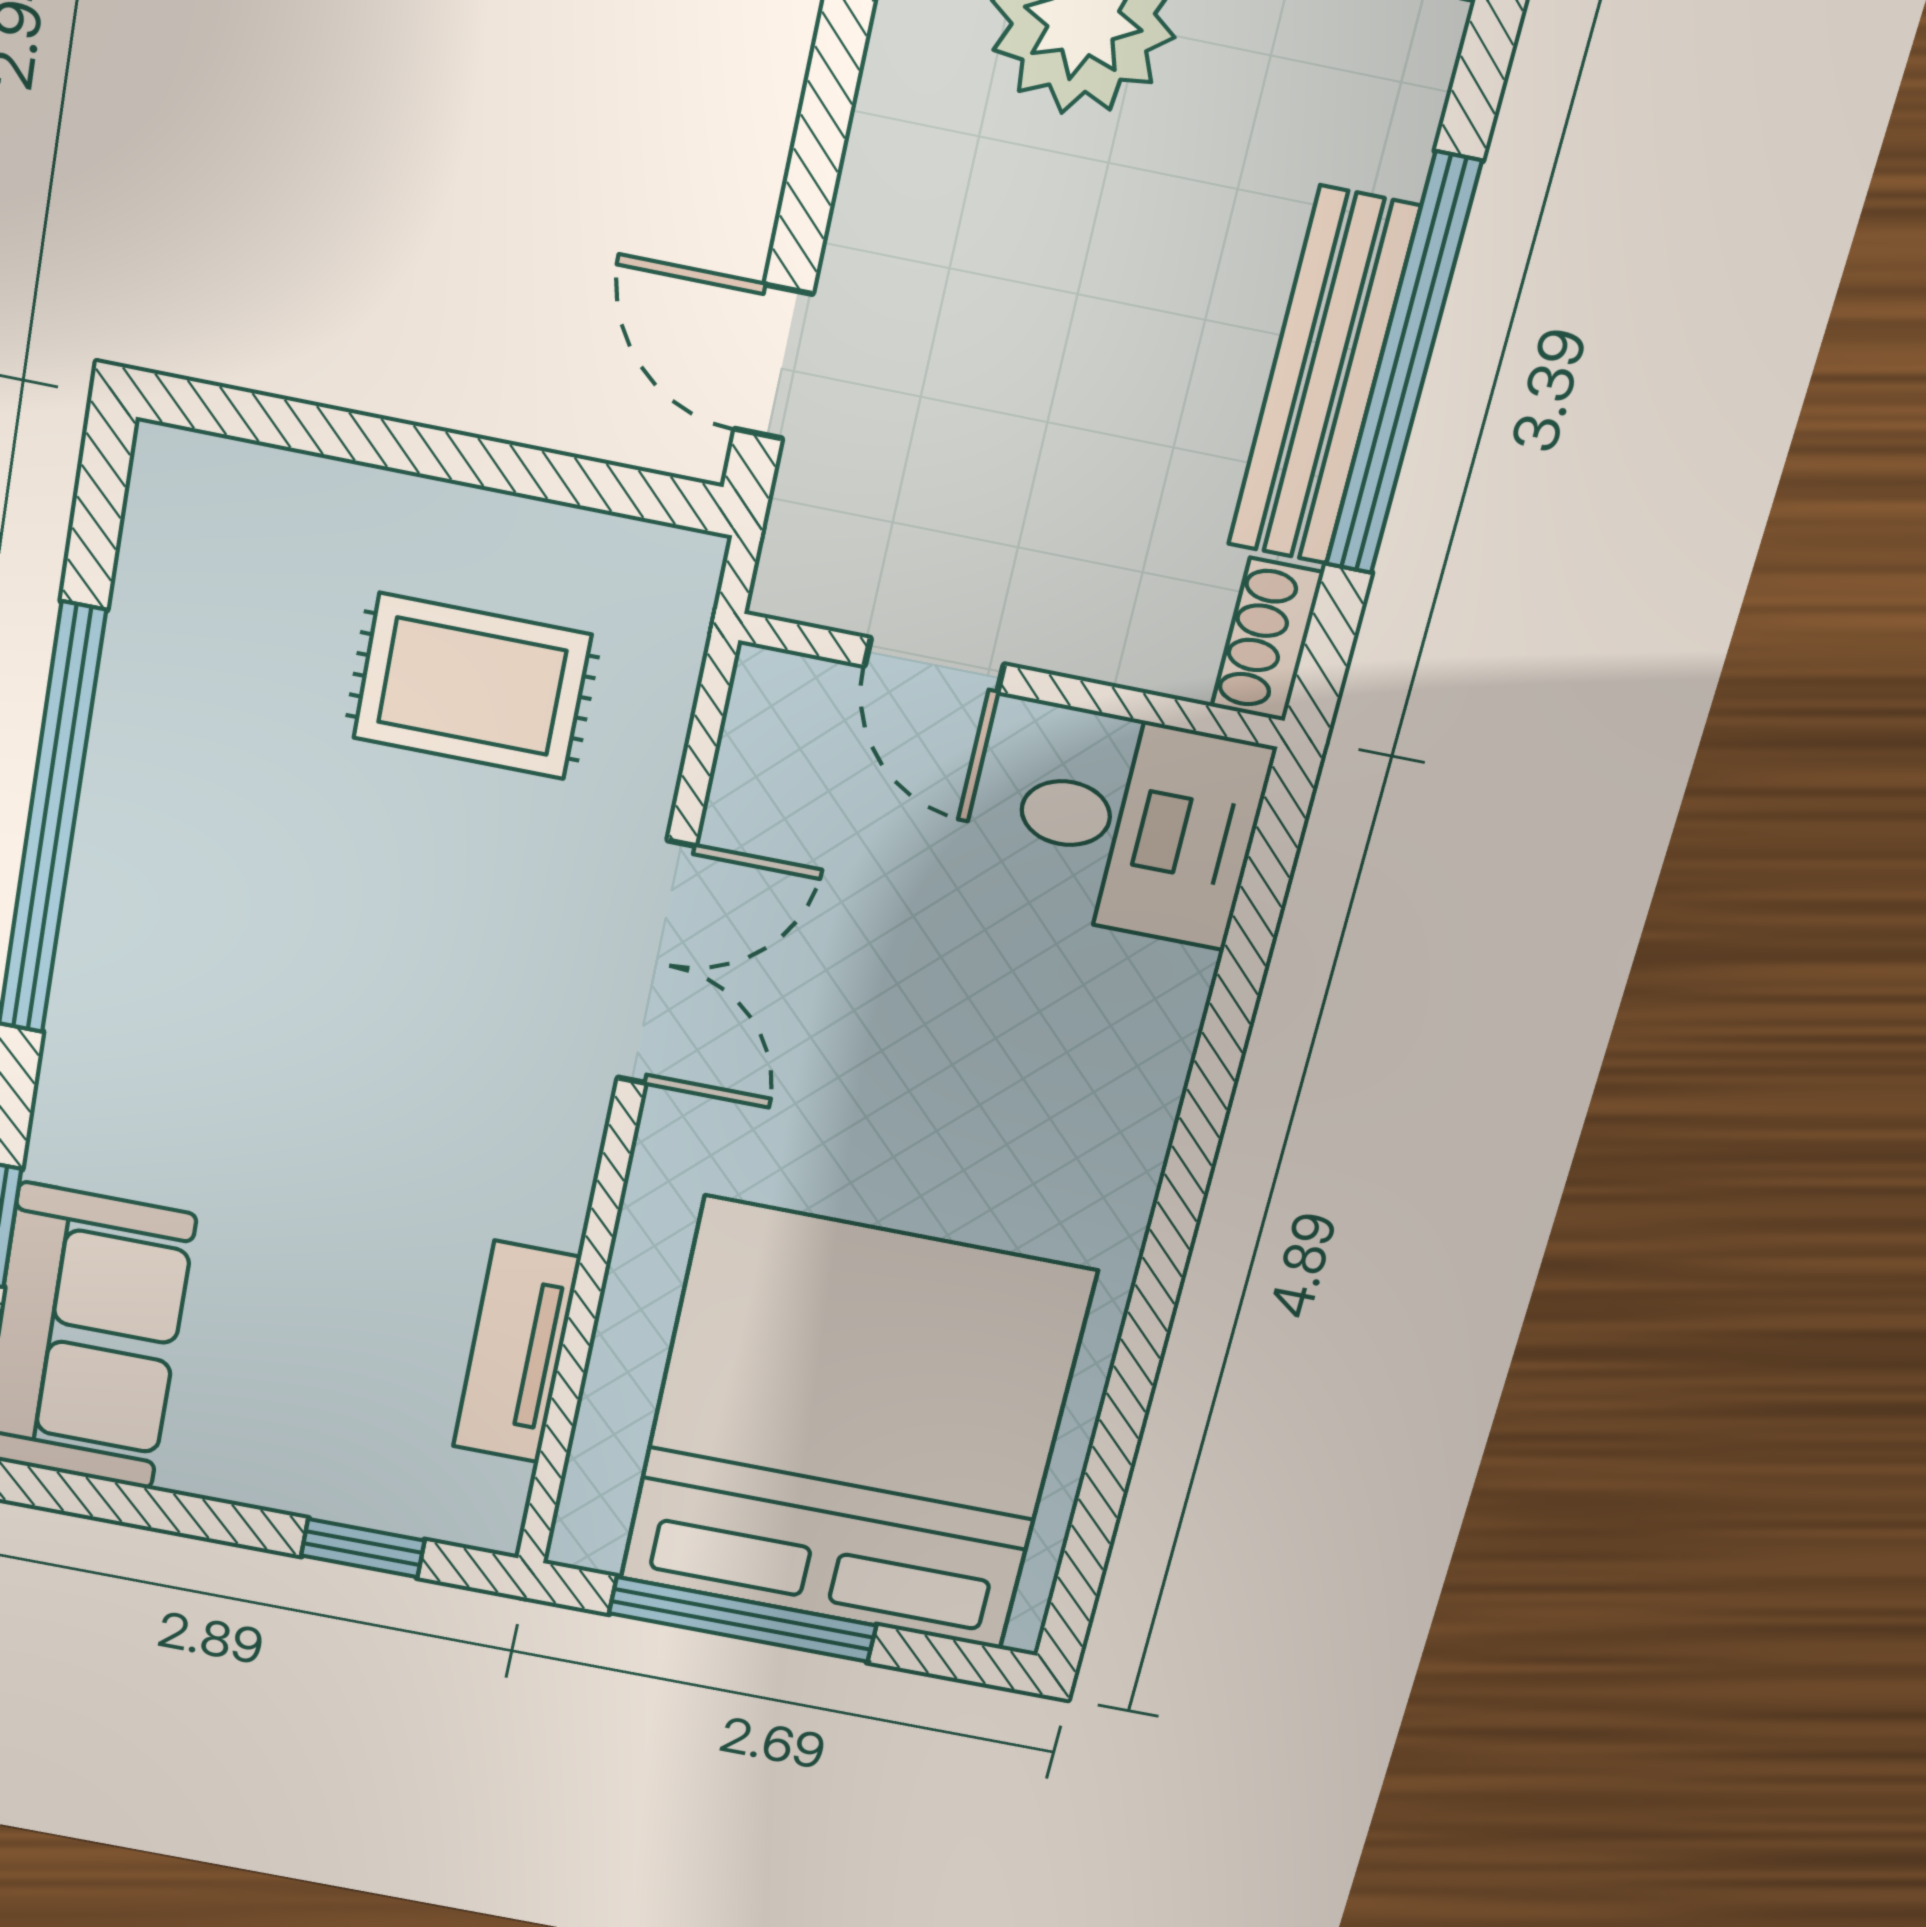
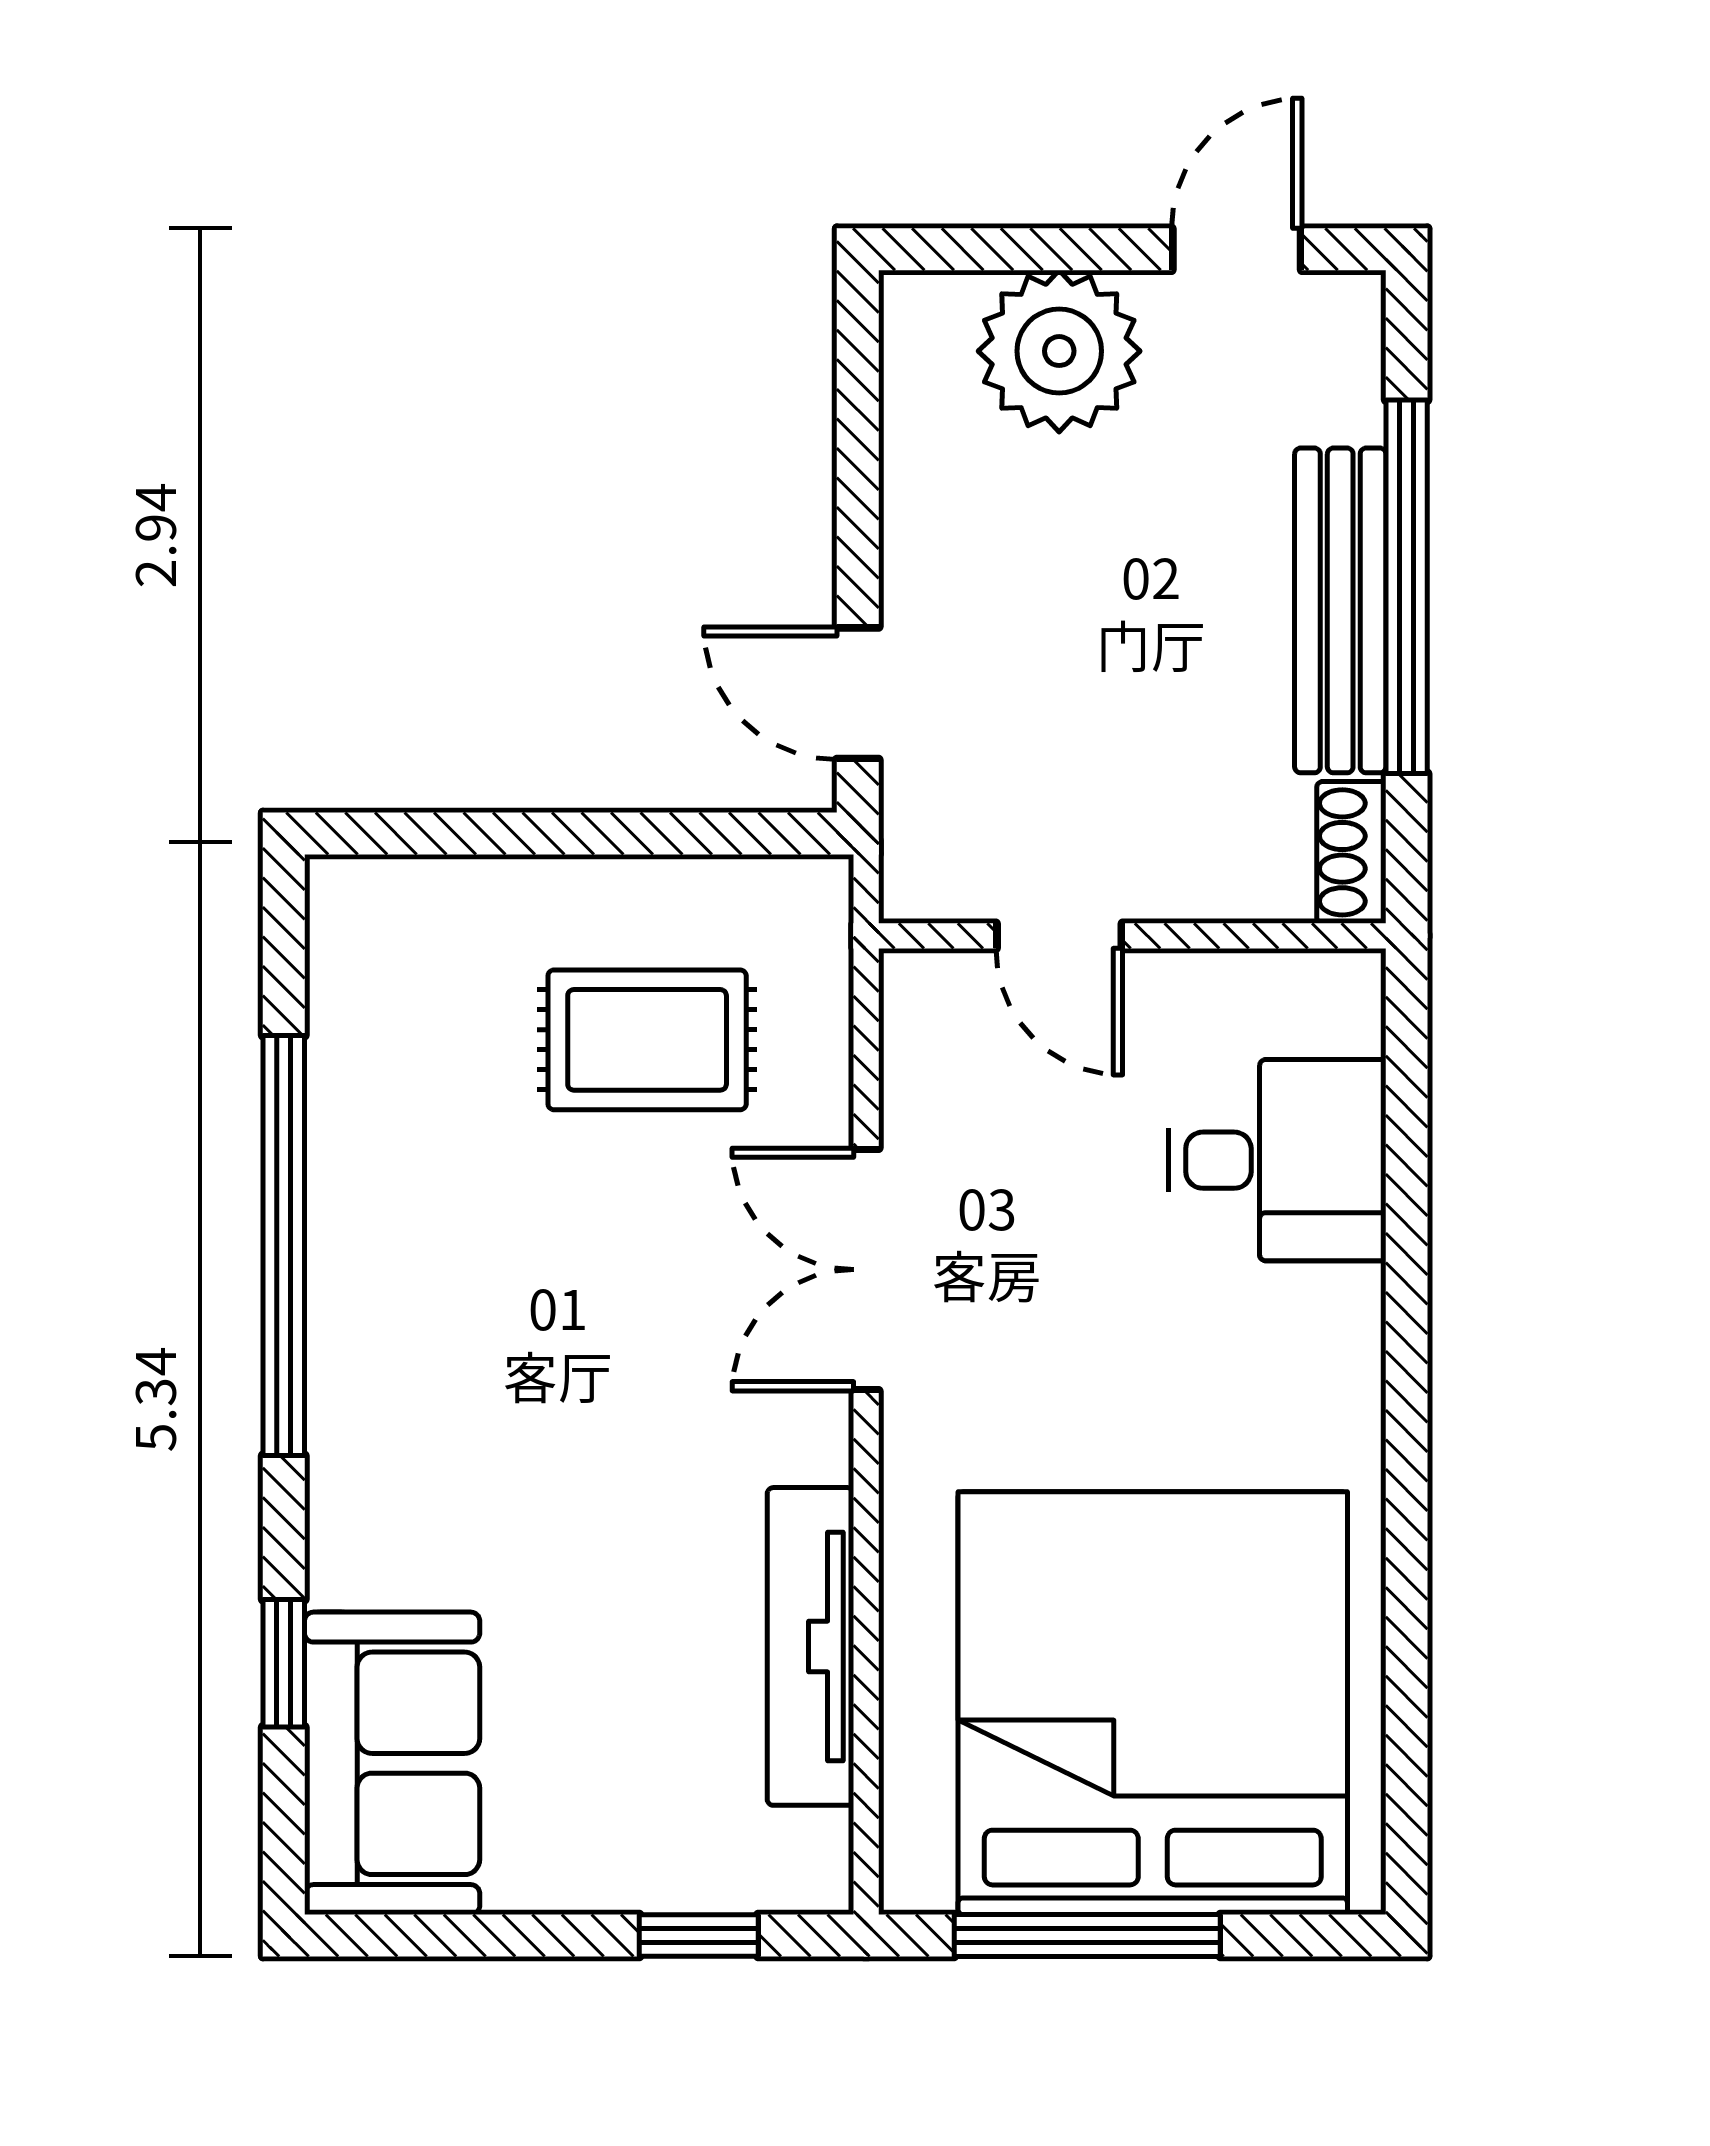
desk: (1137, 827) -> (1277, 1160), moved
double door: (656, 963) -> (866, 1270), swing flipped
tv unit: (517, 1352) -> (810, 1646), width x1.41

